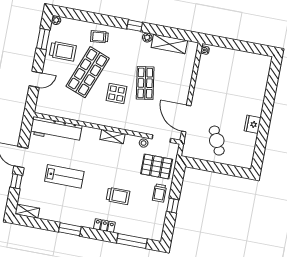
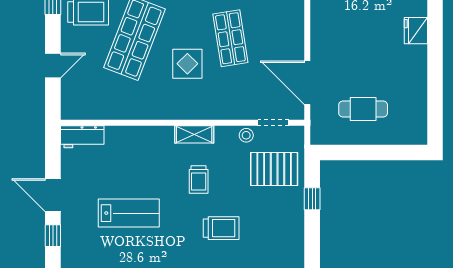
fridge: (253, 124) -> (416, 31), moved
workbench: (56, 130) -> (82, 137), width x0.53, depth x0.76
cafe table: (217, 141) -> (363, 109), turned -66
trolley: (159, 193) -> (199, 179), moved
window: (173, 206) -> (312, 199), moved

